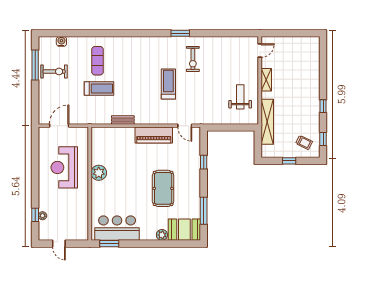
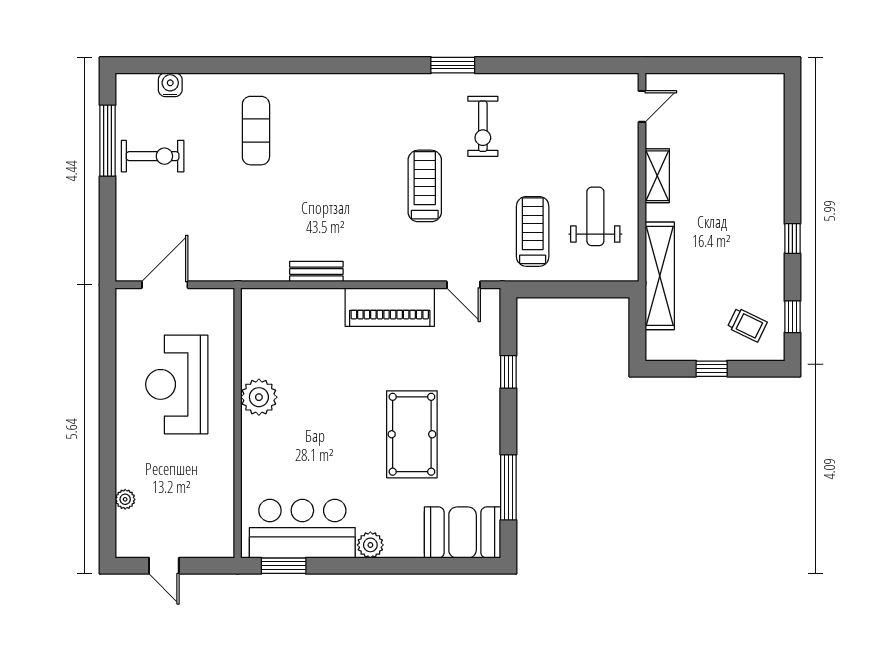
treadmill: (99, 89) -> (533, 231), moved, turned -90
window: (35, 215) -> (108, 497), removed
plant: (162, 235) -> (370, 545), moved

